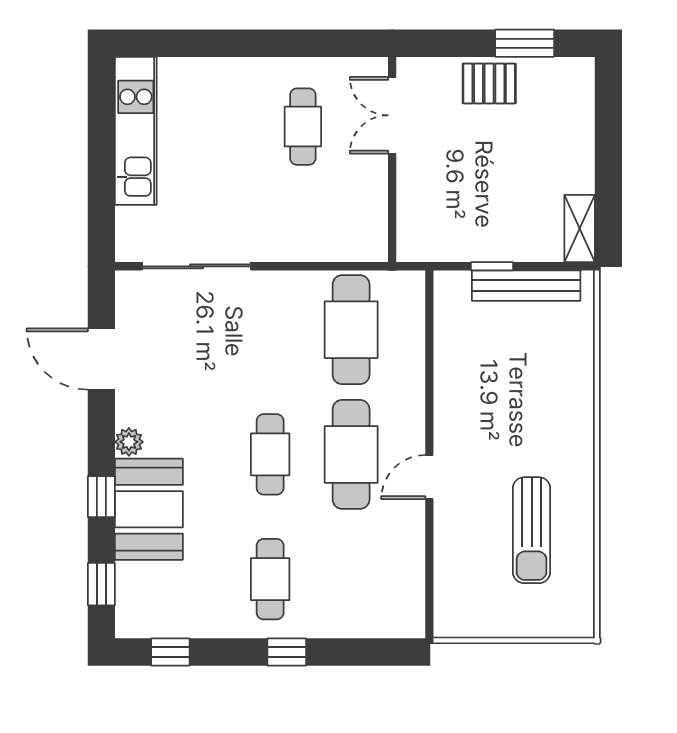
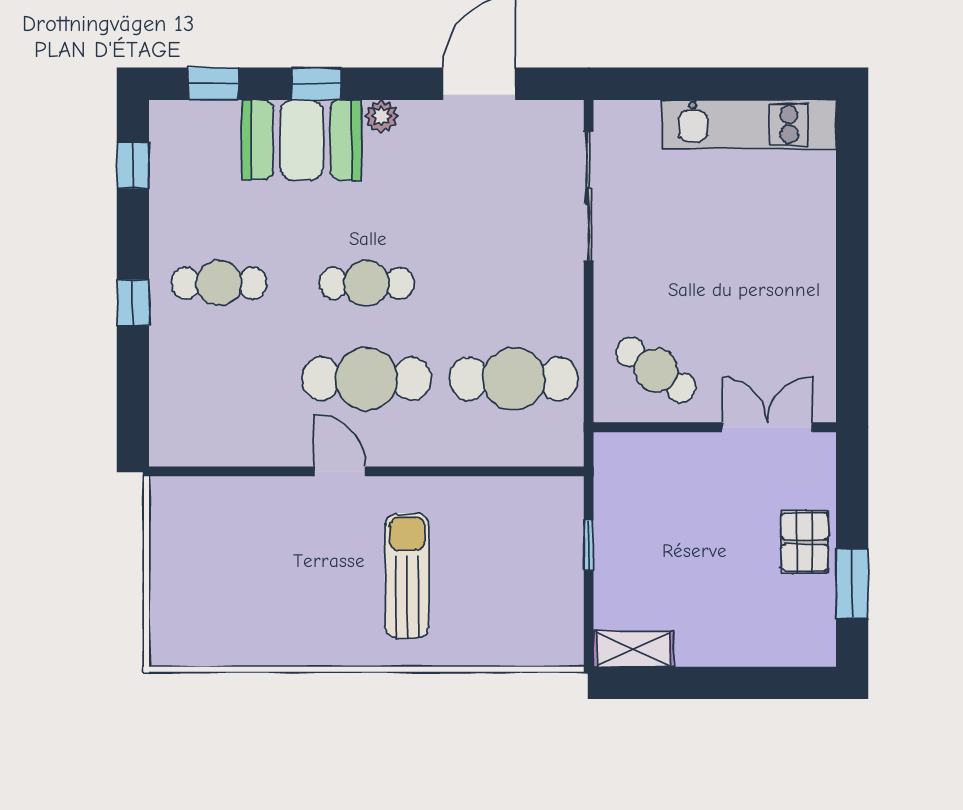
cafe table: (303, 127) -> (656, 370), moved, turned 35
bench: (526, 286) -> (566, 586), removed
sun lounger: (532, 530) -> (407, 576), moved, turned 90

